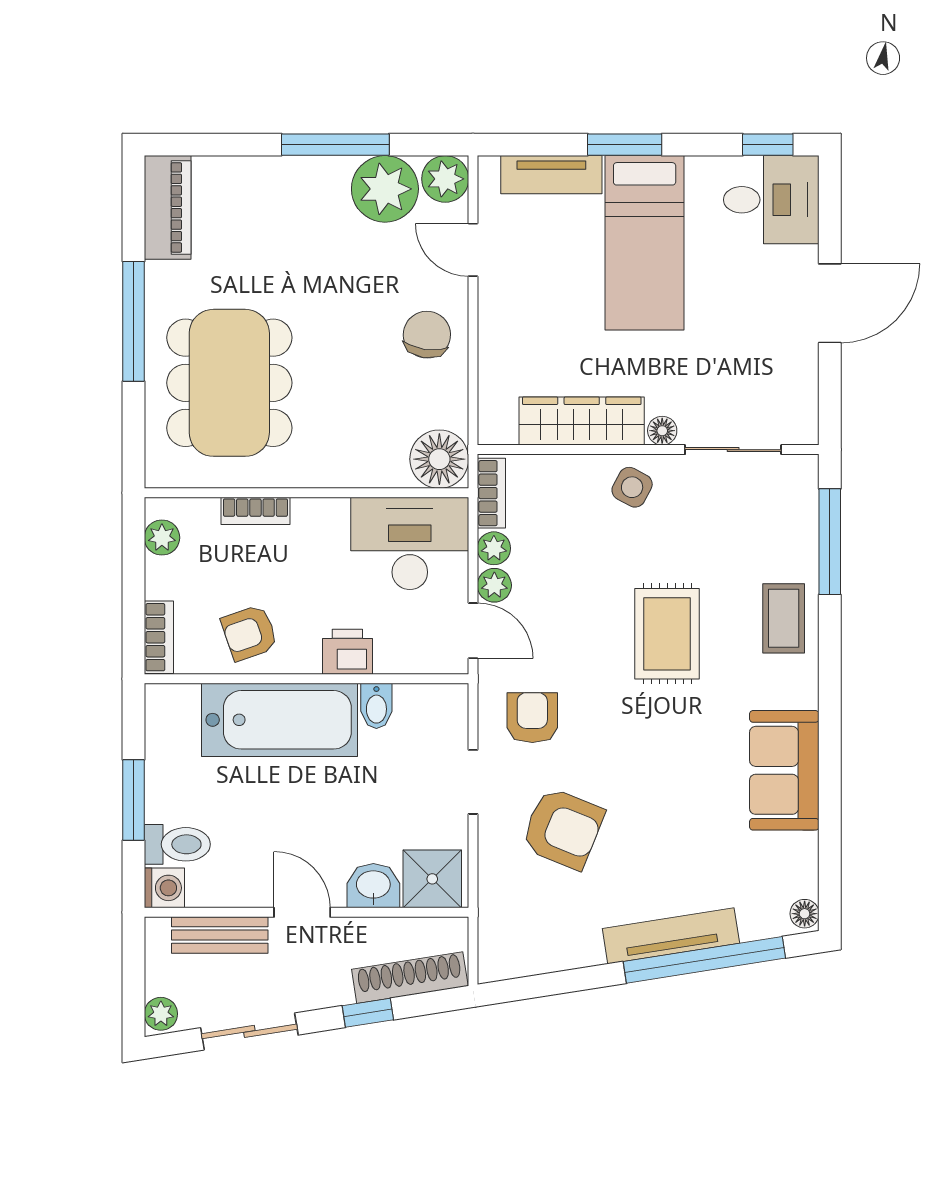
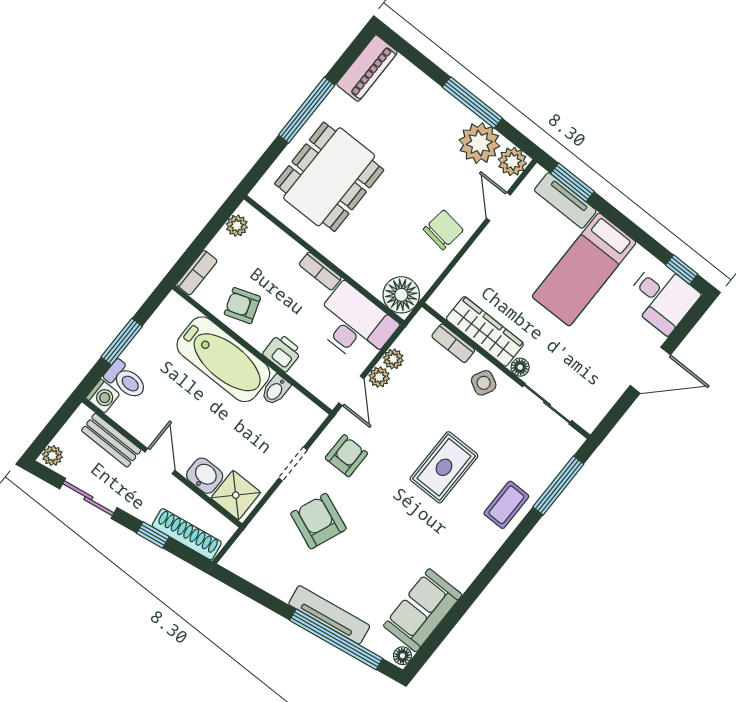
window: (625, 145) -> (572, 182), moved
bookcase: (491, 493) -> (453, 343), moved, turned 90
bookcase: (255, 511) -> (320, 271), moved
sofa: (784, 770) -> (423, 610), moved
armchair: (563, 828) -> (318, 521), turned 180

